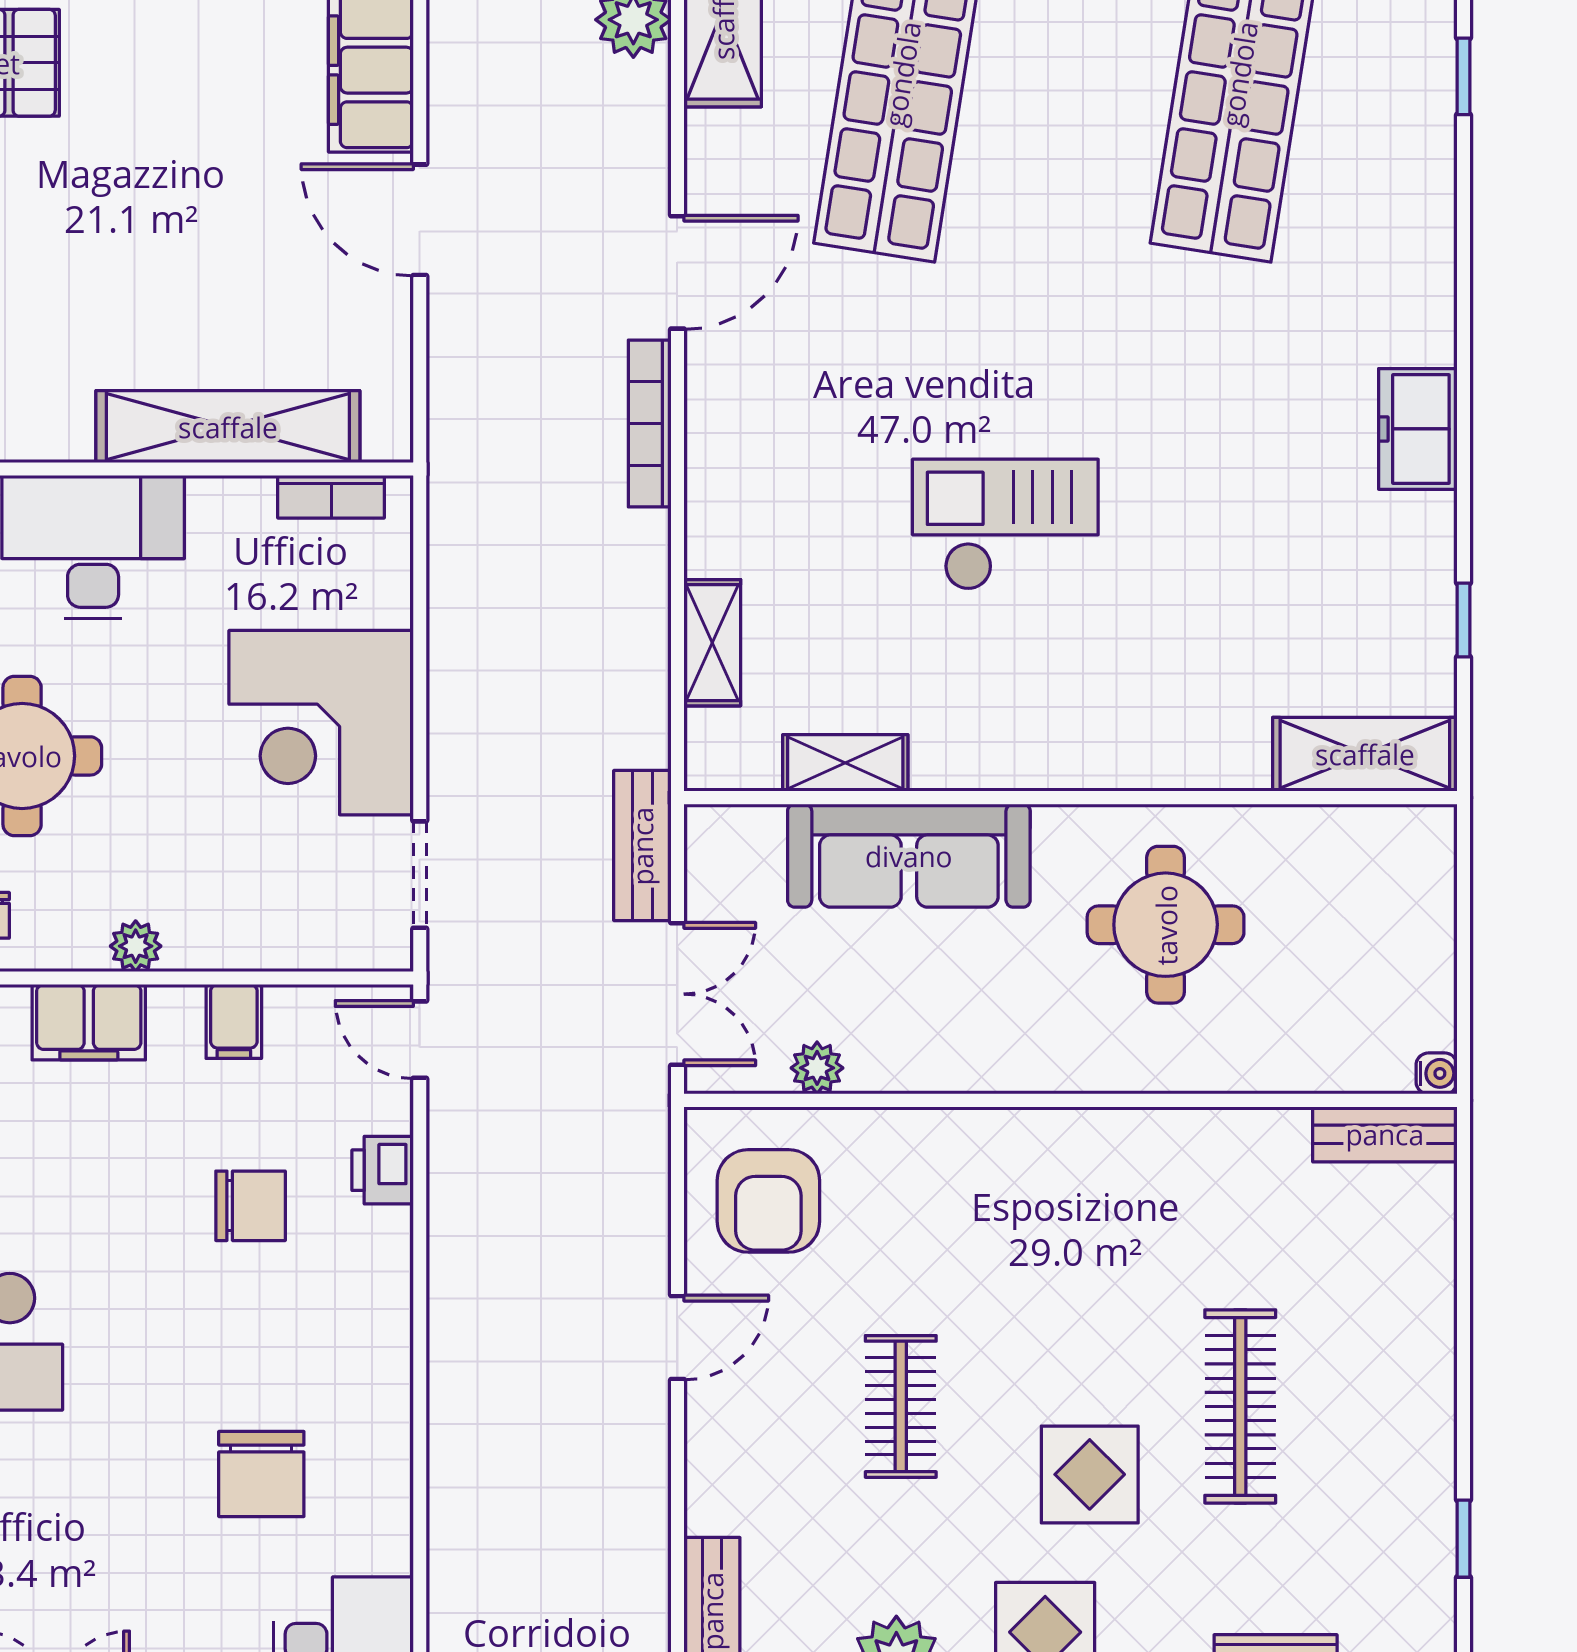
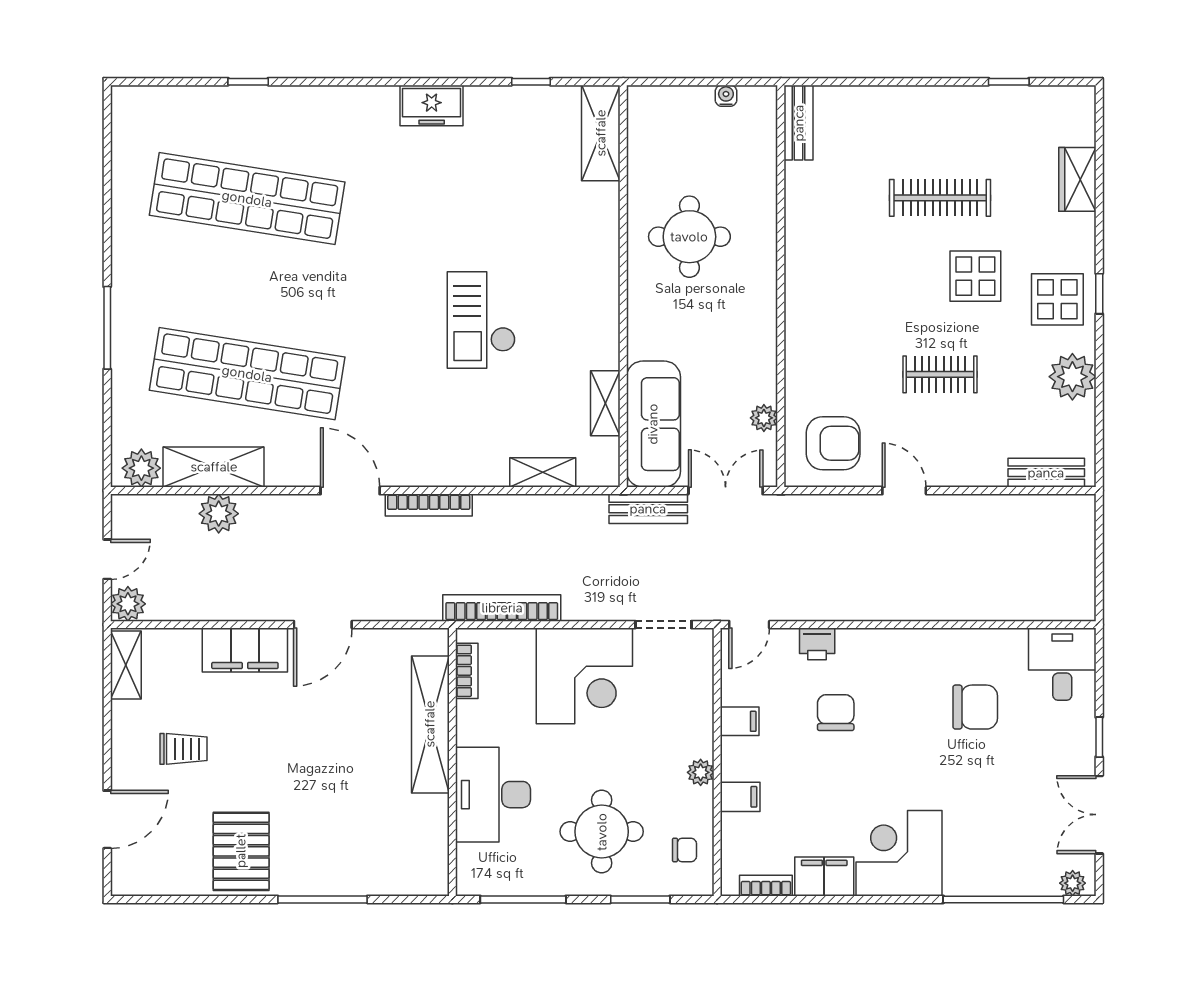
bookcase: (452, 564) -> (502, 608), added
sofa: (909, 856) -> (653, 424), moved
filing cabinet: (89, 1022) -> (740, 797), width x0.50
water cooler: (1437, 1073) -> (726, 96), moved

